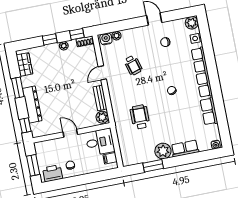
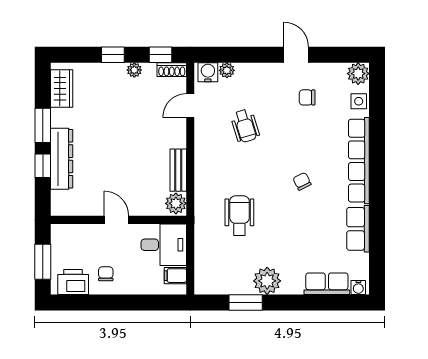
door: (102, 73) -> (190, 106), moved
window: (25, 125) -> (43, 166), moved
row of seats: (185, 148) -> (327, 284), moved

